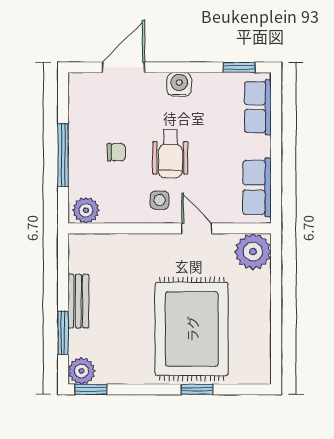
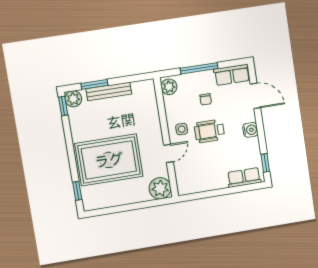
row of seats: (257, 187) -> (232, 75), moved, turned 180
bench: (78, 301) -> (109, 91), width x1.36
window: (197, 389) -> (77, 191), moved

